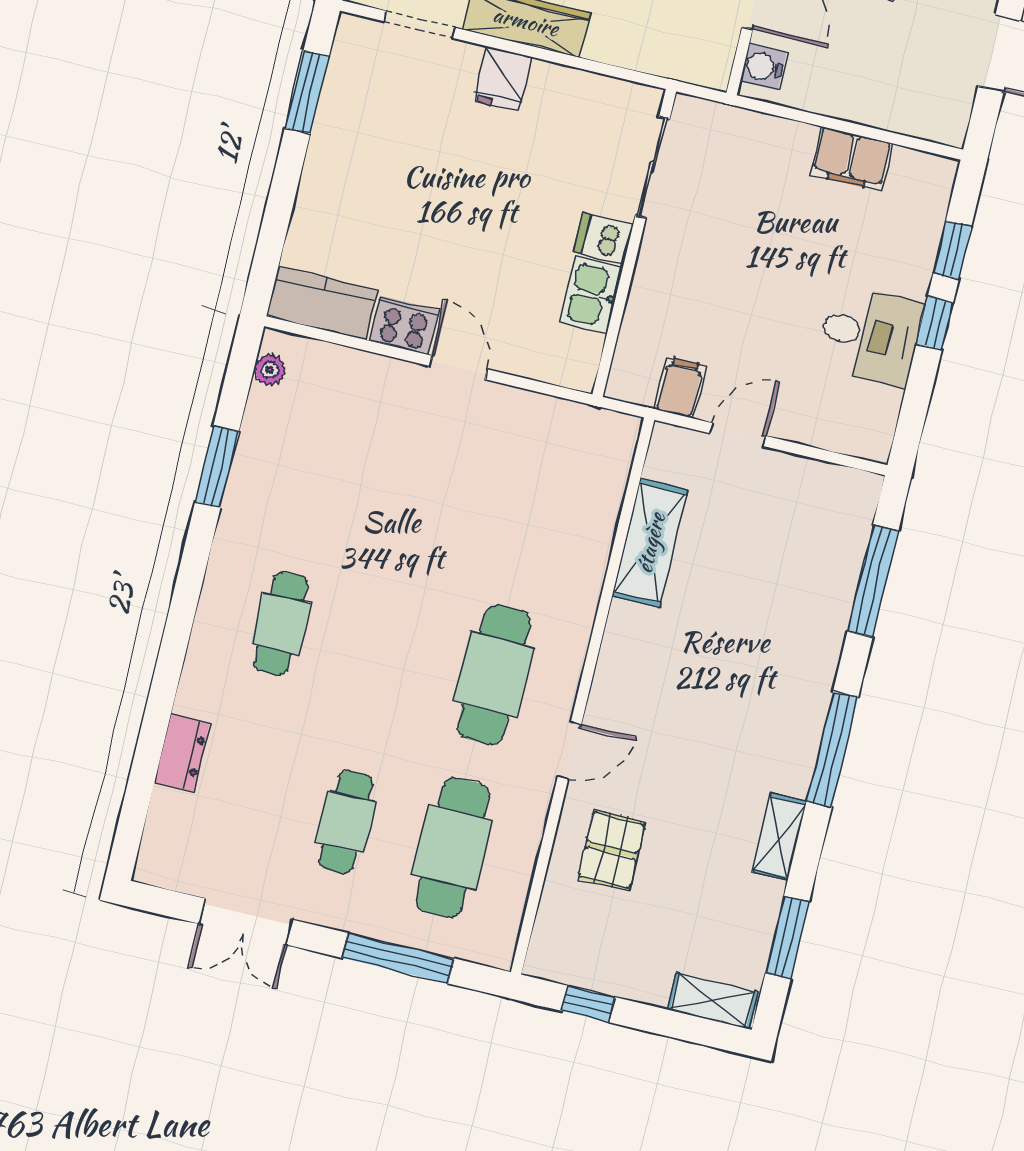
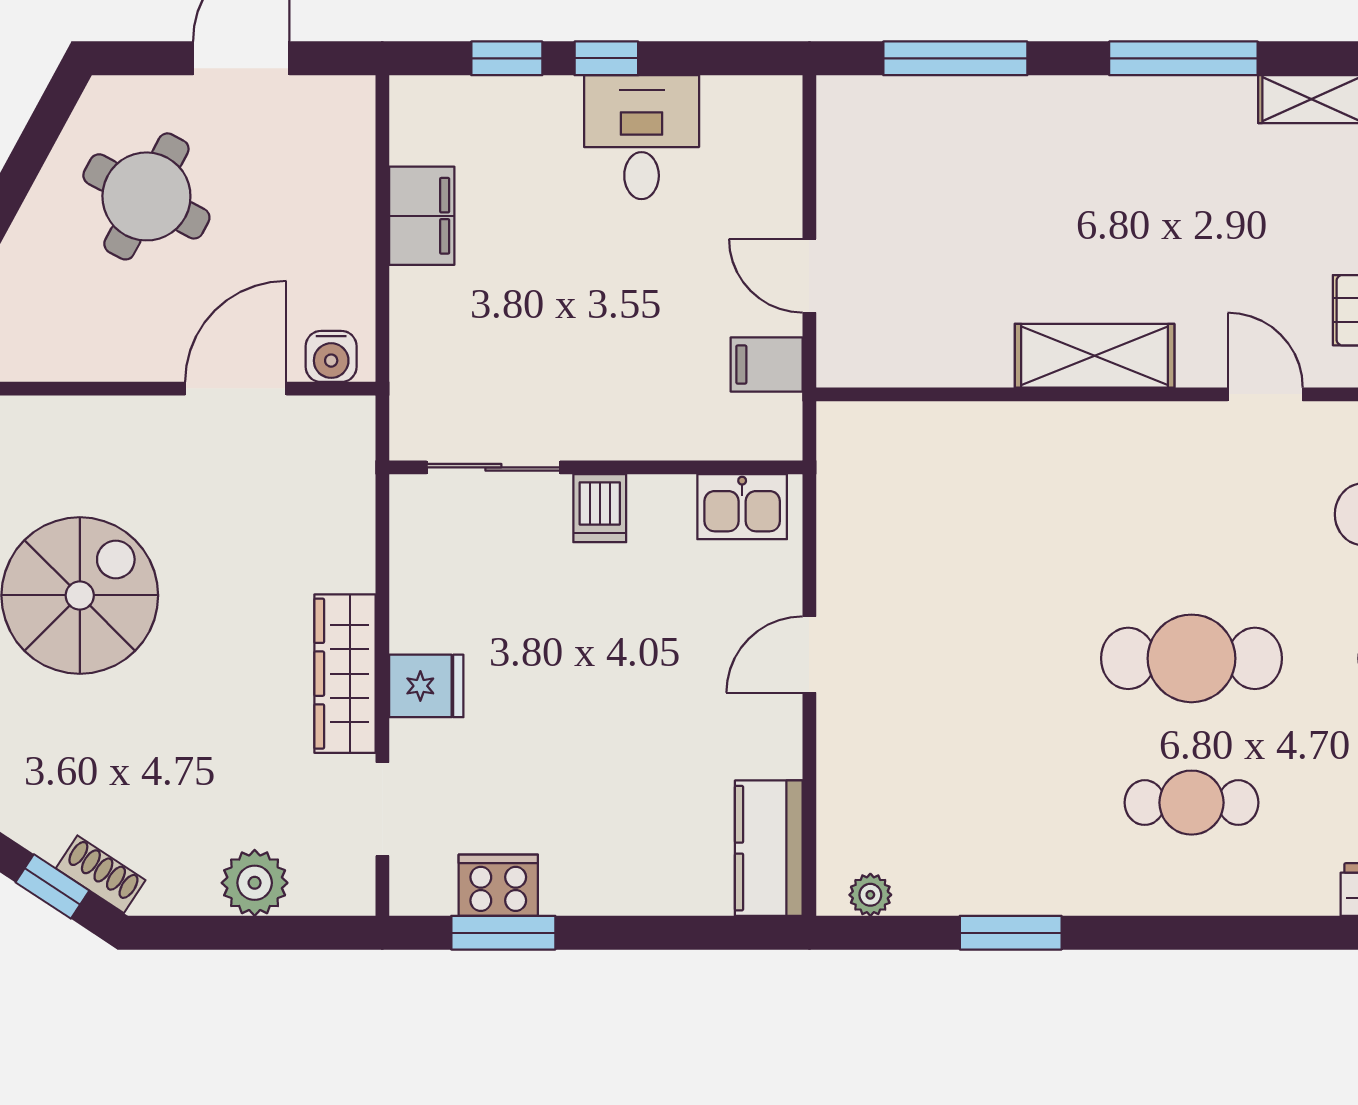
kitchen sink: (591, 295) -> (742, 507), moved
cooker: (404, 325) -> (498, 885), moved, turned 90
shelving: (650, 543) -> (1095, 356), moved
cafe table: (494, 675) -> (1191, 658), moved

